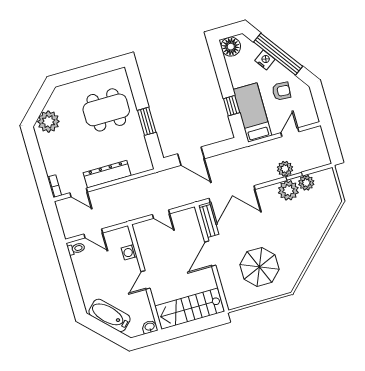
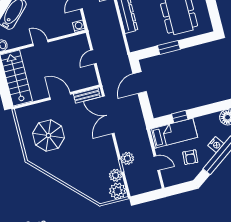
plant: (288, 190) -> (118, 191), moved
washing machine: (129, 252) -> (79, 26), moved

